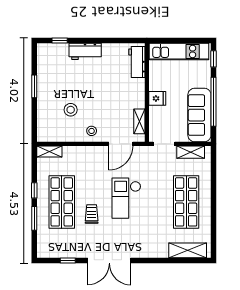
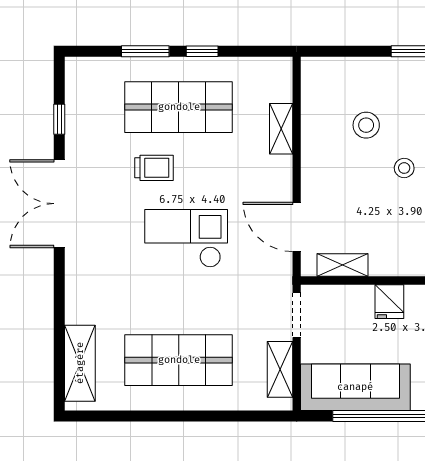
stool: (92, 131) -> (404, 168), moved
shelving: (49, 152) -> (281, 129), moved

